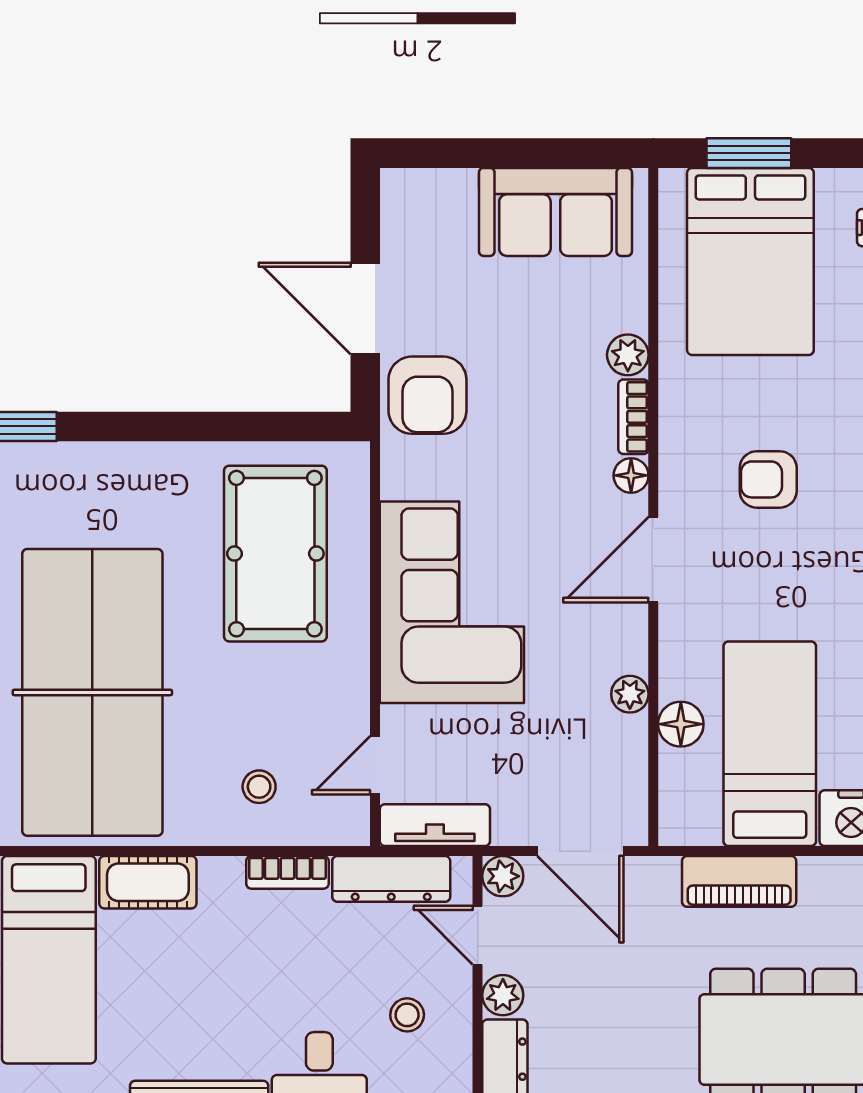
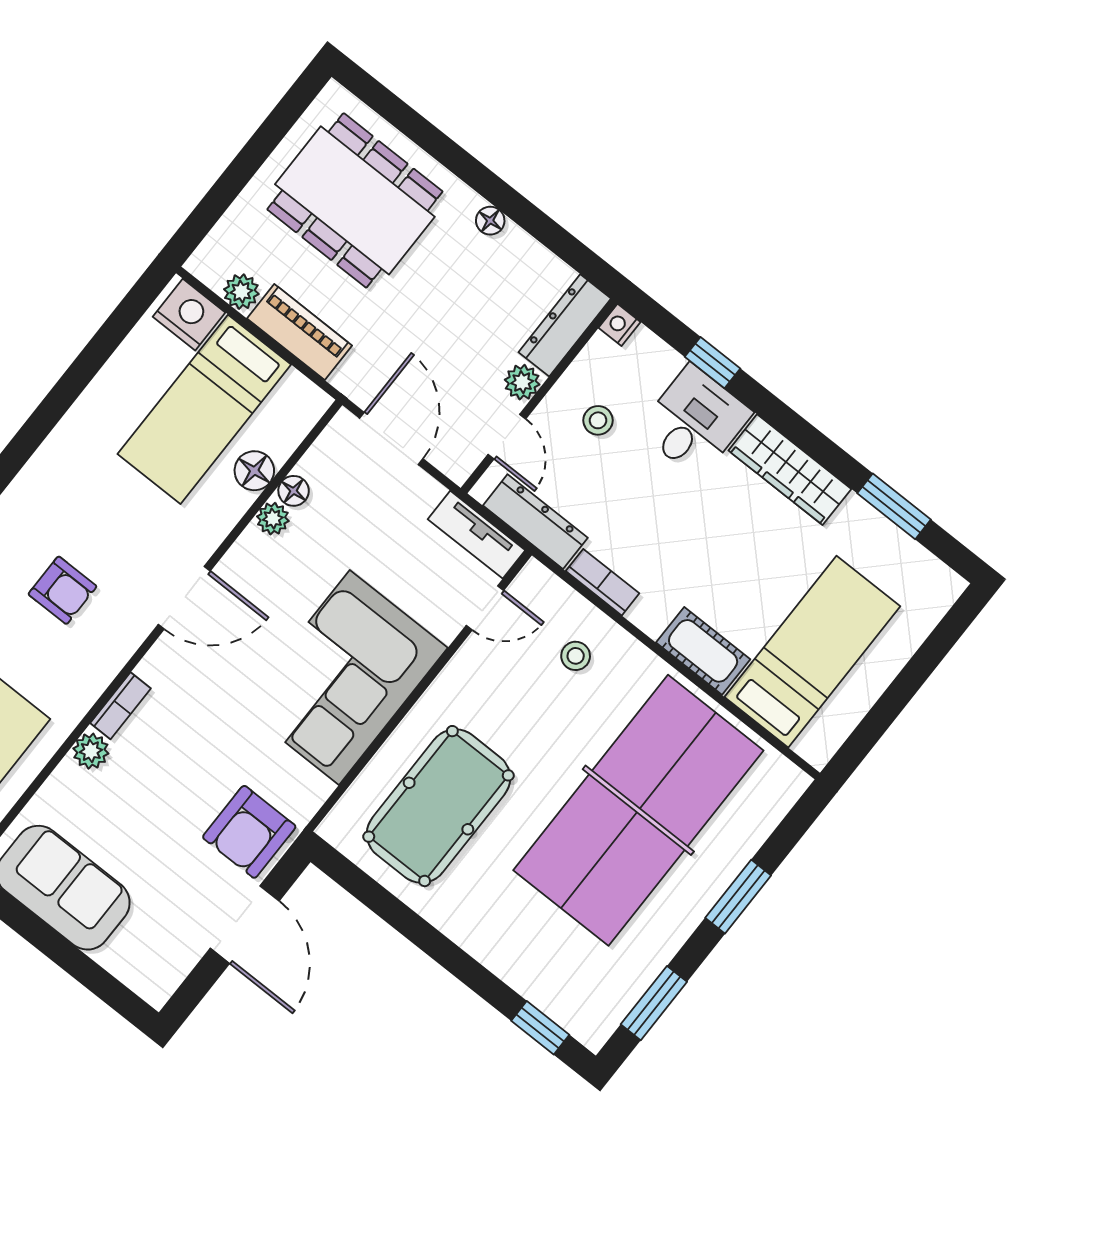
armchair: (427, 395) -> (249, 832), turned 180
floor lamp: (631, 475) -> (294, 491), moved
plant: (503, 876) -> (241, 292), moved

